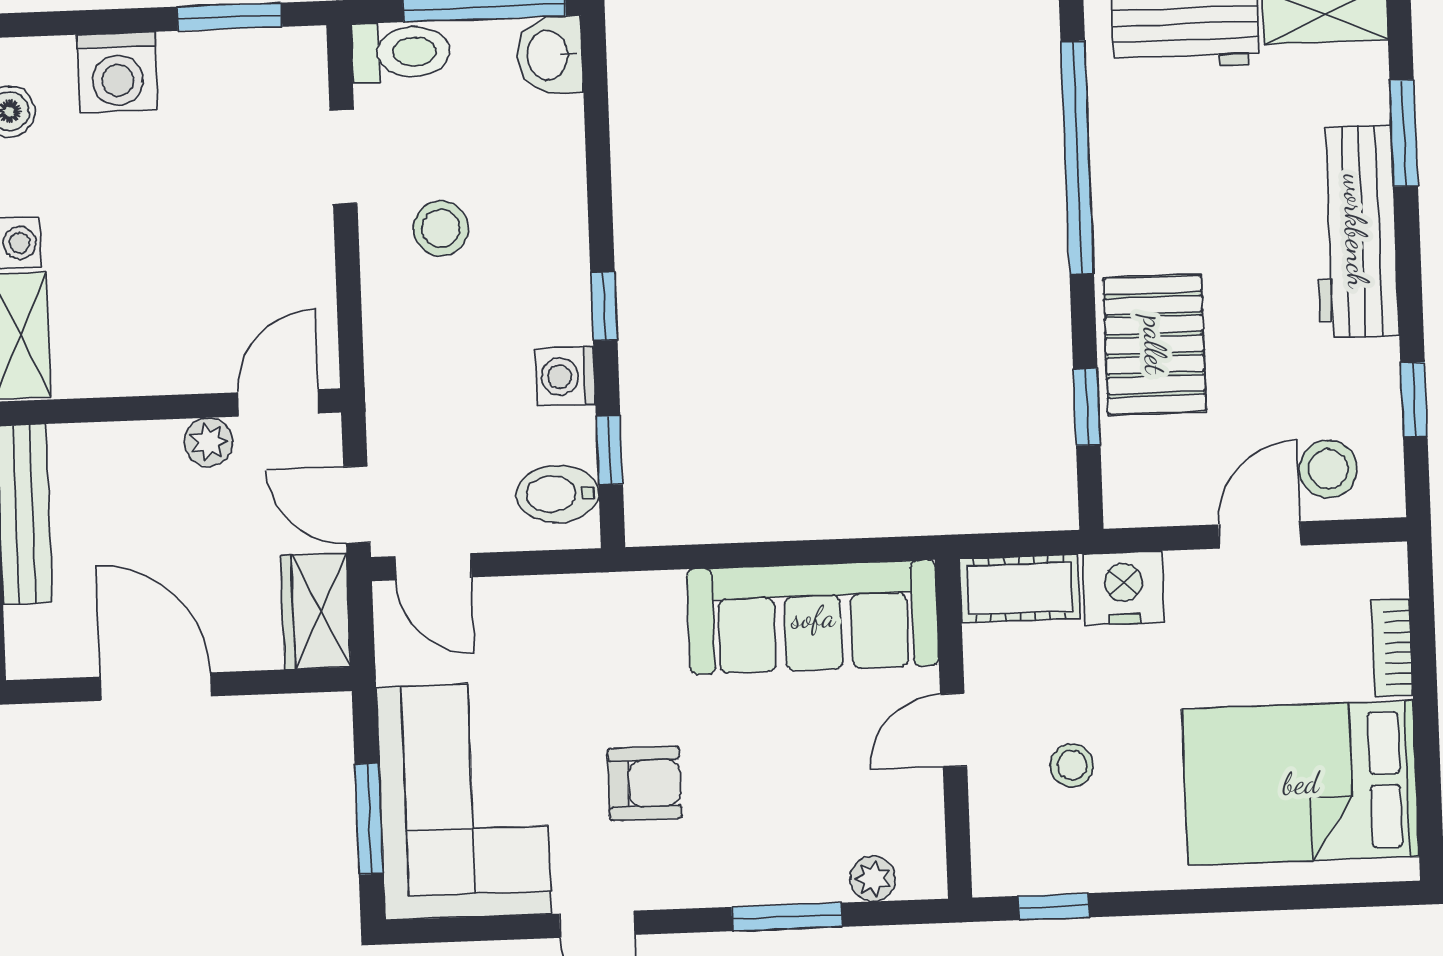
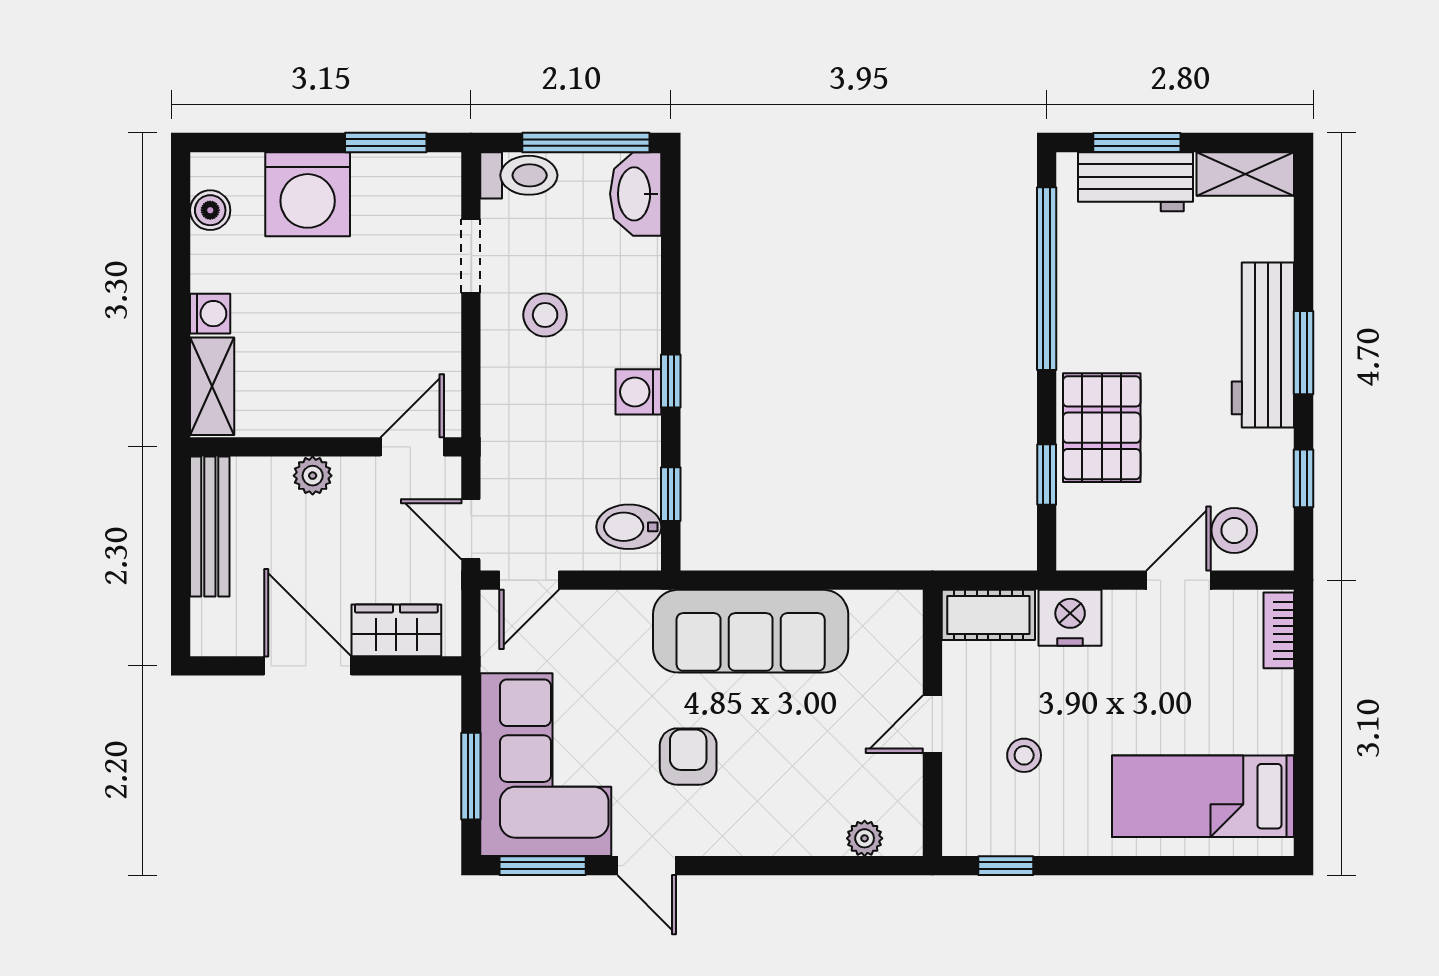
washbasin: (549, 55) -> (636, 194), width x1.38
washing machine: (118, 72) -> (308, 194), width x1.37, depth x1.37
window: (1404, 133) -> (1304, 353), moved
washing machine: (565, 376) -> (638, 392), moved
plant: (209, 442) -> (313, 476), moved
door: (433, 567) -> (529, 580), hinge flipped
wardrobe: (316, 611) -> (396, 630), moved, turned 90
sofa: (813, 617) -> (751, 631), moved
bookcase: (1392, 648) -> (1279, 630), moved
armchair: (644, 783) -> (688, 757), turned -90
bed: (1301, 783) -> (1203, 796), width x0.67
window: (787, 917) -> (543, 866), moved

